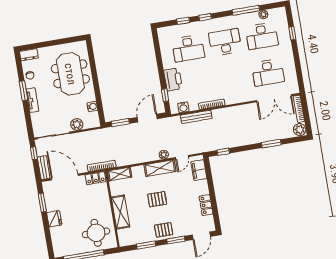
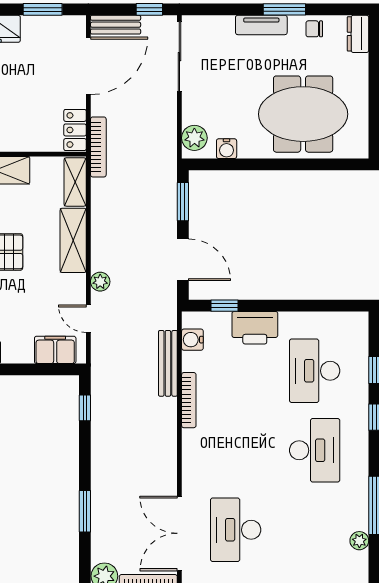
desk: (262, 36) -> (315, 530), removed
plant: (77, 124) -> (194, 138), moved
shelving: (160, 168) -> (73, 240), moved

